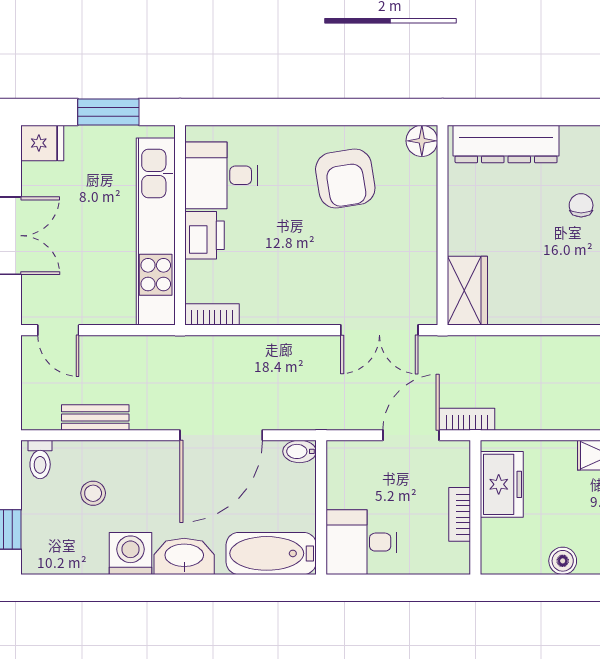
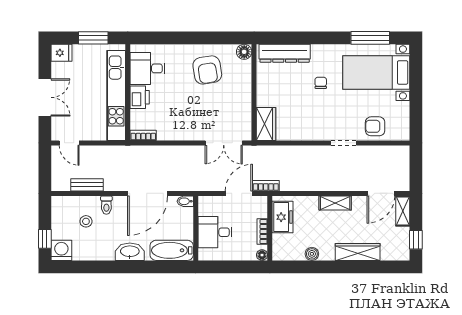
toilet: (40, 459) -> (106, 205), moved
desk: (361, 542) -> (215, 232), moved
washing machine: (130, 554) -> (61, 250), moved
floor lamp: (459, 563) -> (262, 255), added

